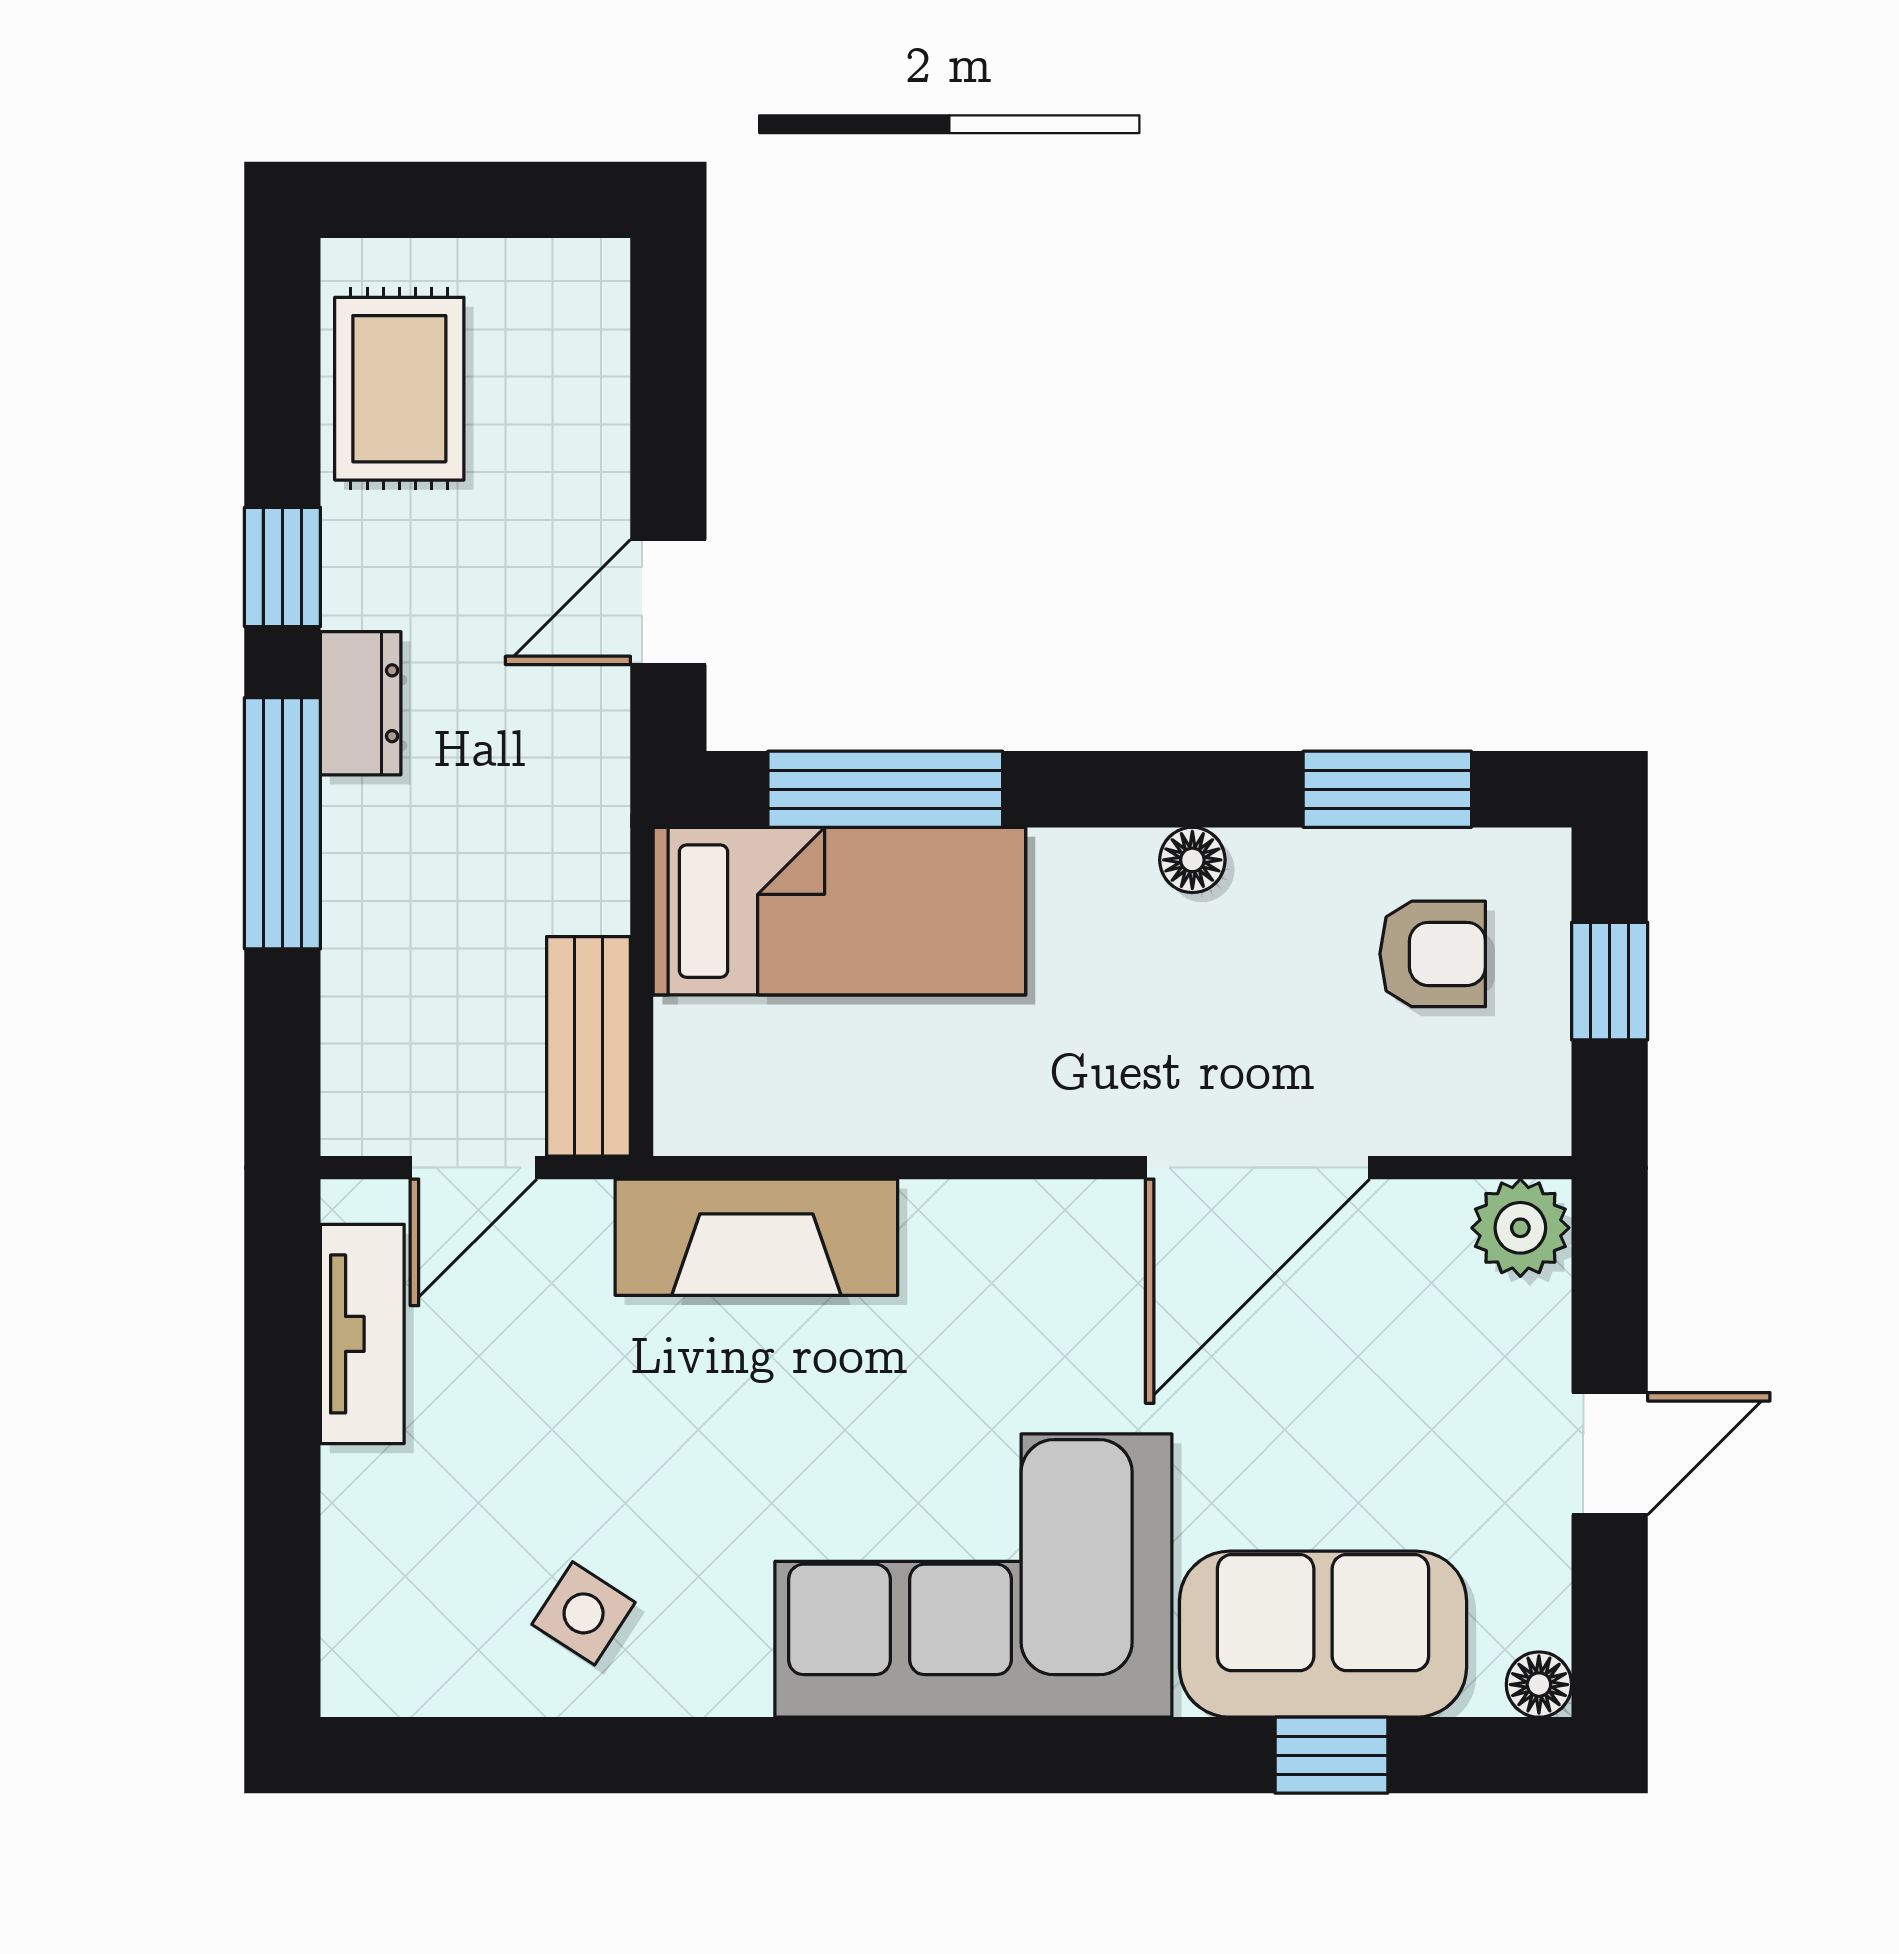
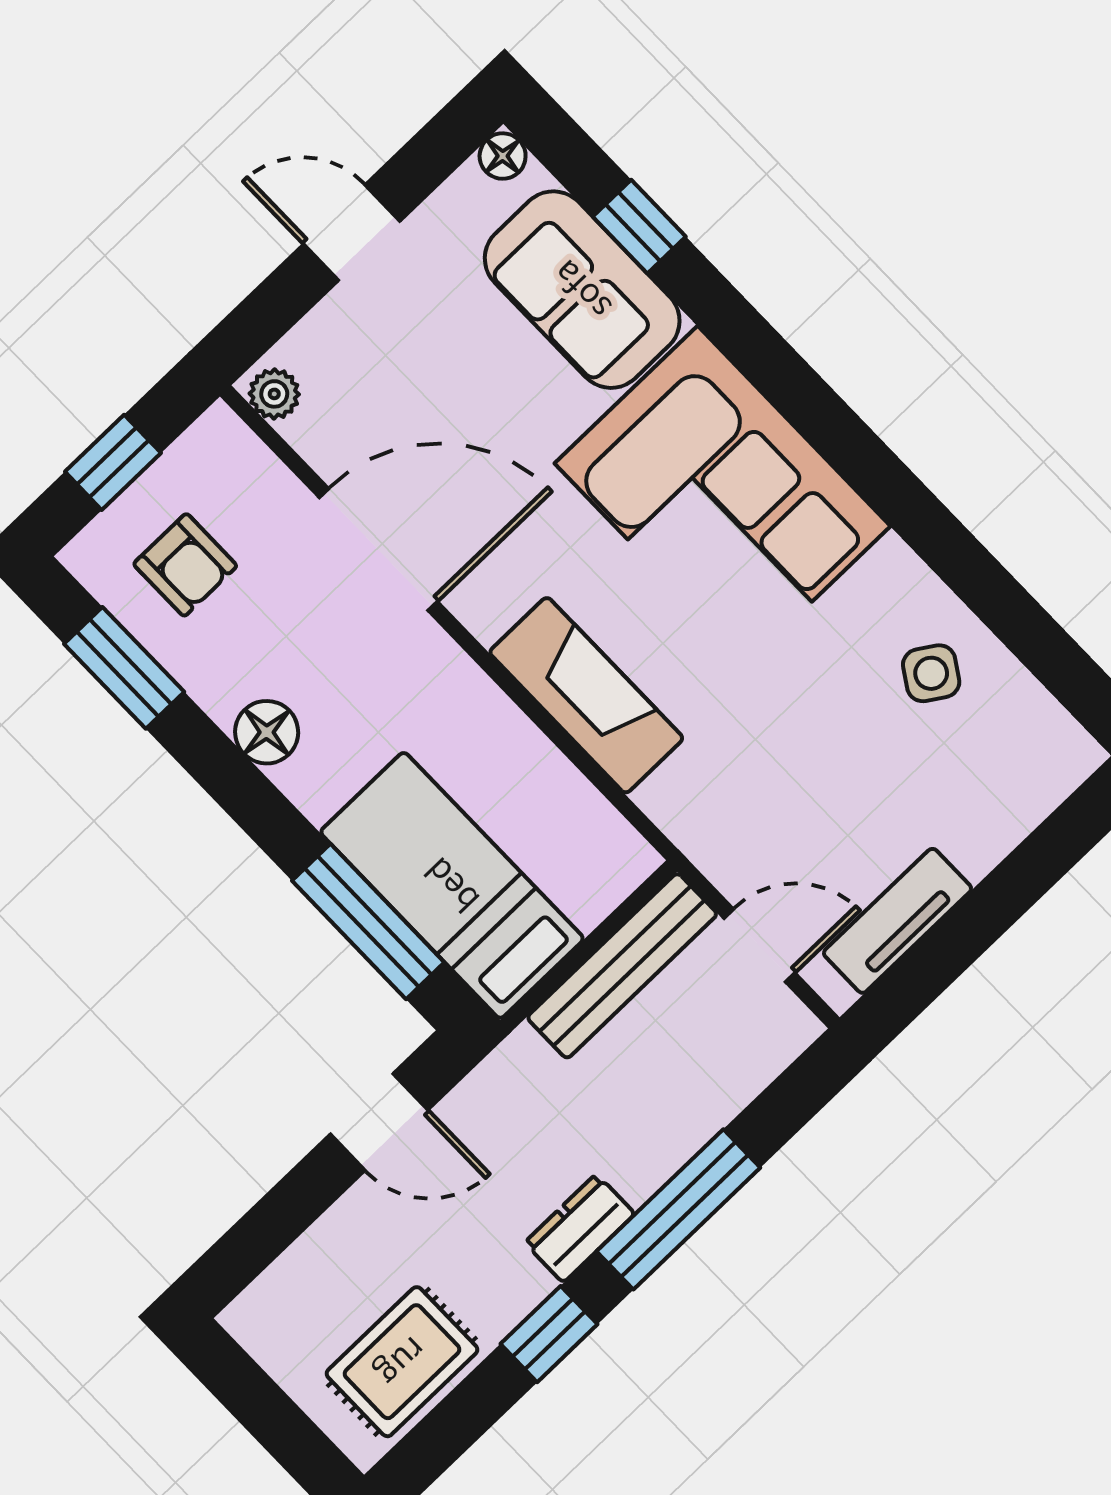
floor lamp: (1192, 860) -> (267, 732), width x1.37, depth x1.37
armchair: (1433, 954) -> (185, 565), turned 180
bench: (588, 1046) -> (622, 966), width x1.36
plant: (1520, 1228) -> (274, 394), width x0.73, depth x0.73
fireplace: (756, 1237) -> (586, 695), moved

